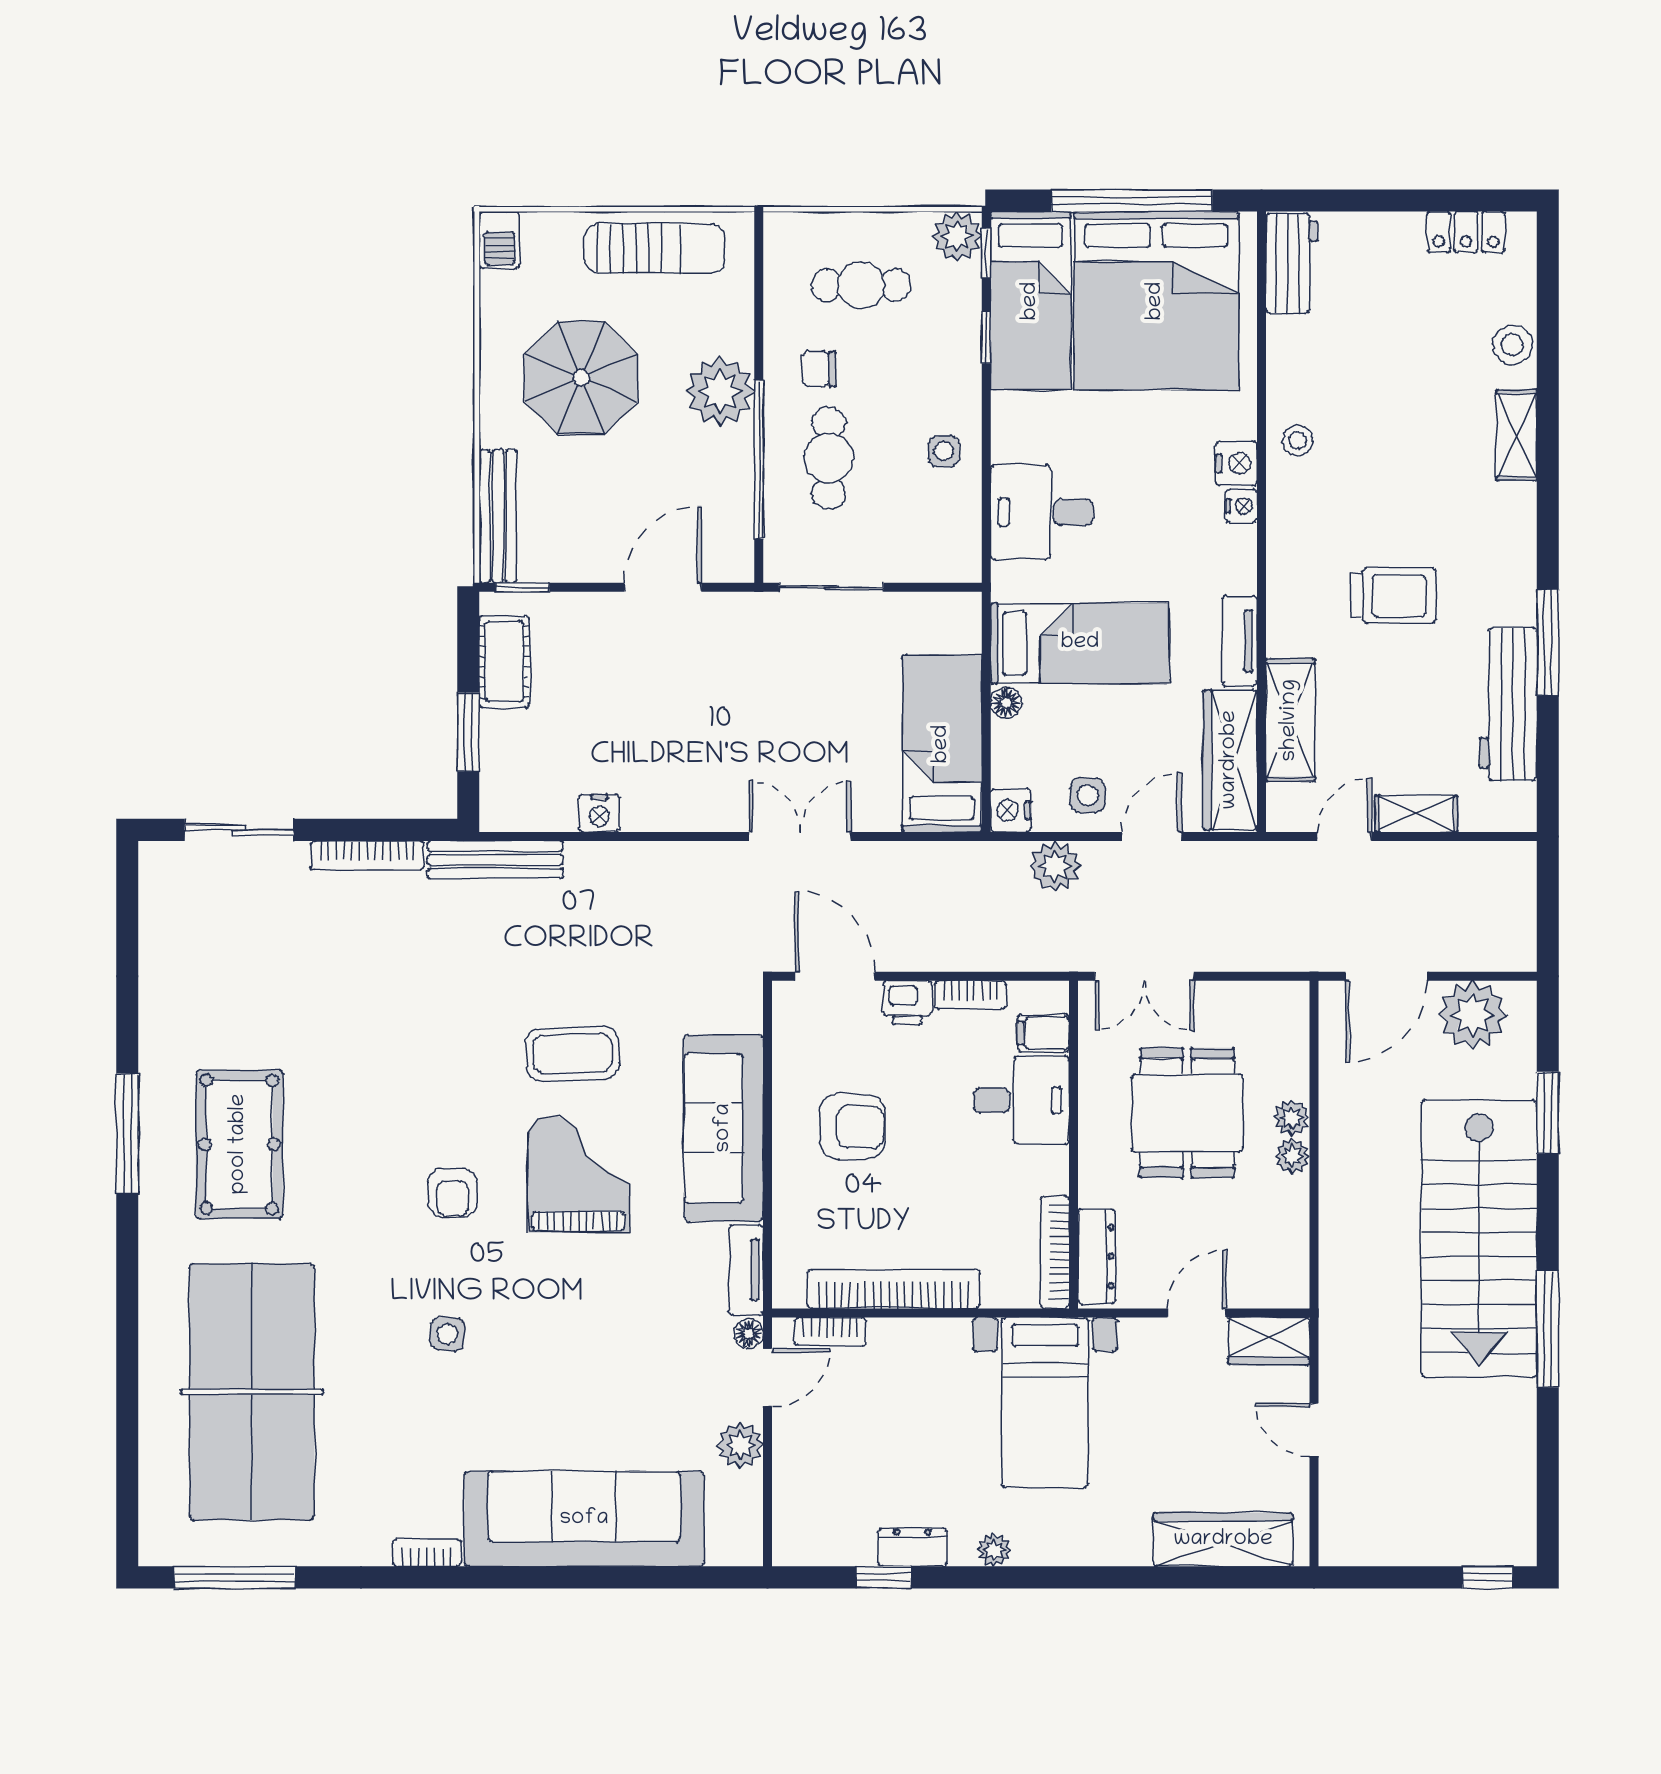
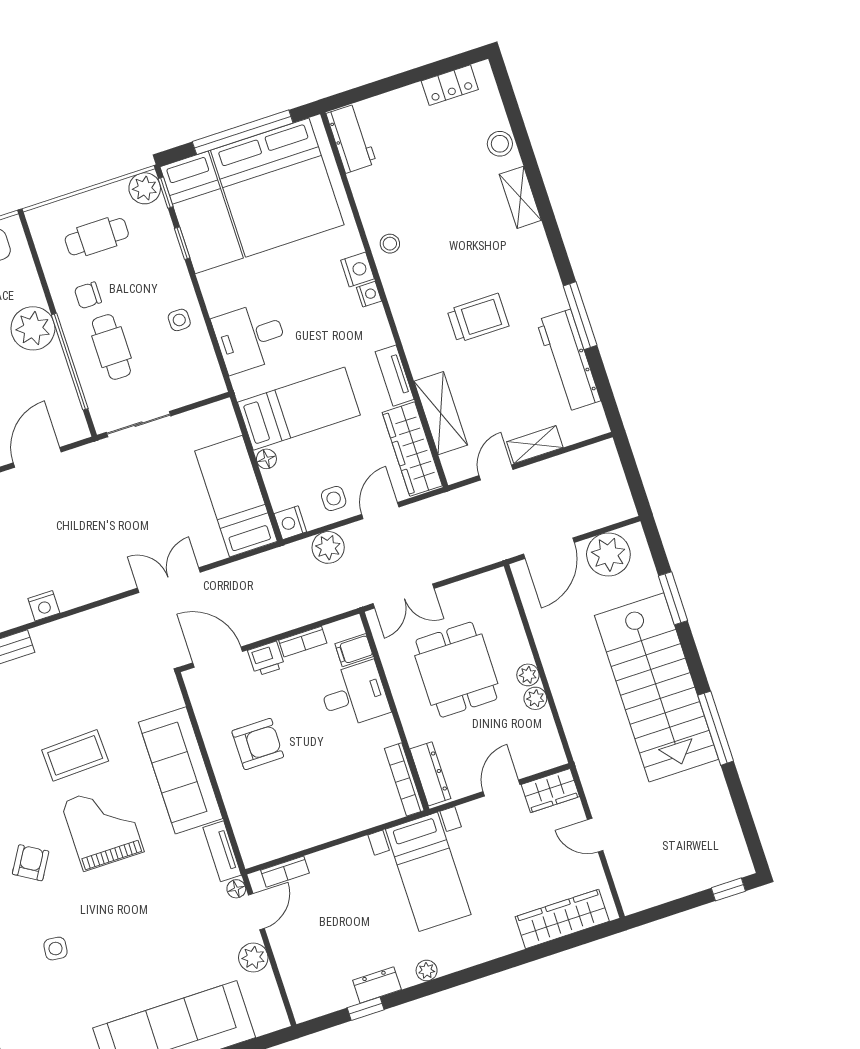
plant: (1292, 1117) -> (535, 698), moved
armchair: (453, 1193) -> (31, 863), turned -149
bookcase: (893, 1289) -> (315, 834), removed

